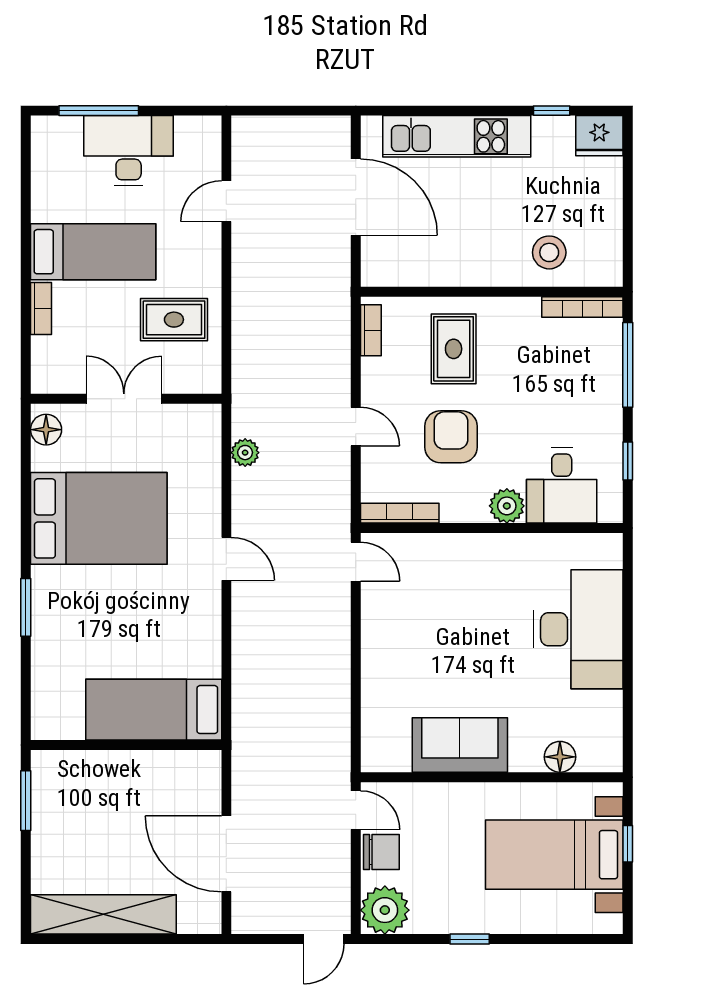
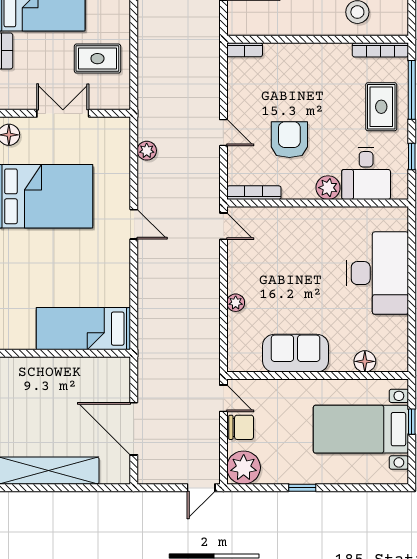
bookcase: (371, 330) -> (245, 50), moved, turned 90
rug: (454, 349) -> (381, 107), moved
plant: (373, 672) -> (236, 303), added

